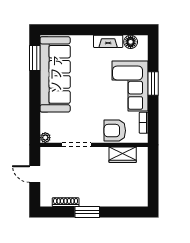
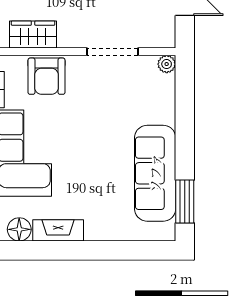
sofa: (55, 74) -> (155, 173), width x0.74, depth x0.79
armchair: (115, 131) -> (46, 76), turned 90

